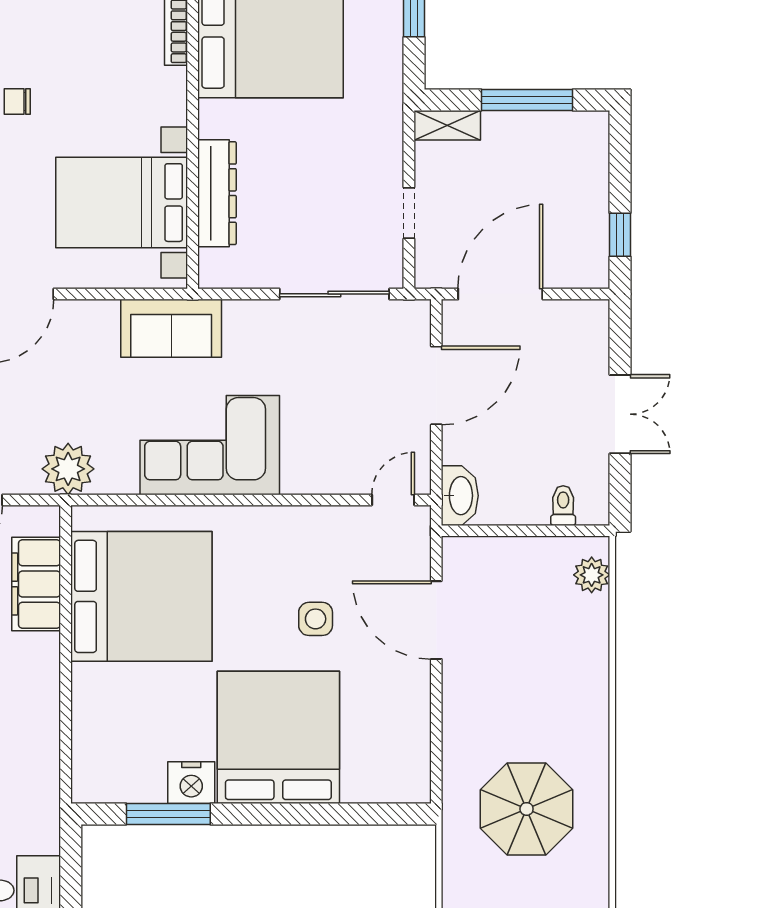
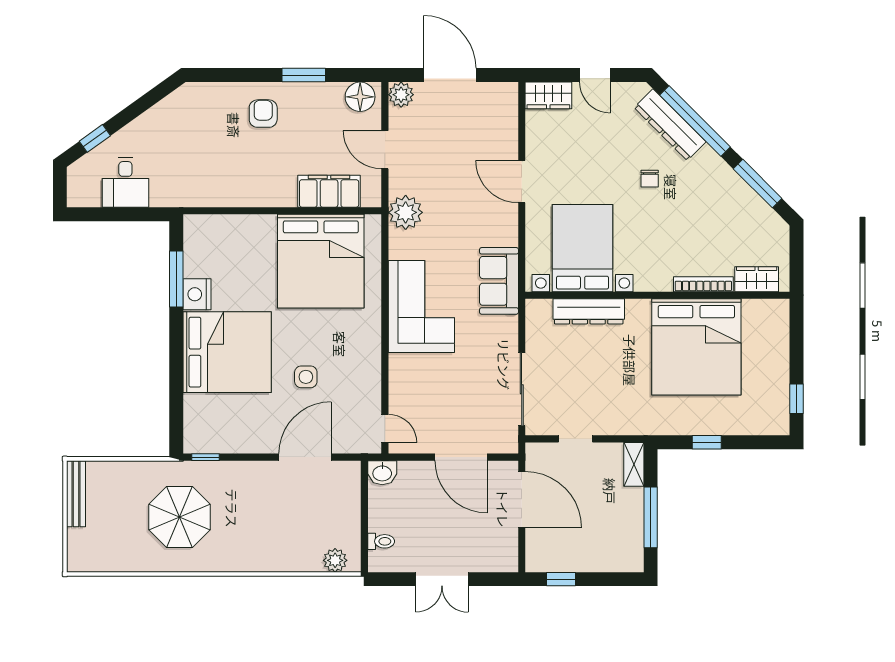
chair: (17, 101) -> (650, 179), turned 180
washbasin: (460, 496) -> (382, 473), width x0.72
window: (436, 770) -> (206, 457), added

